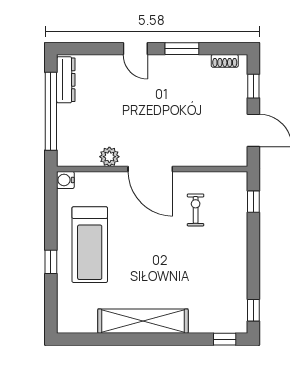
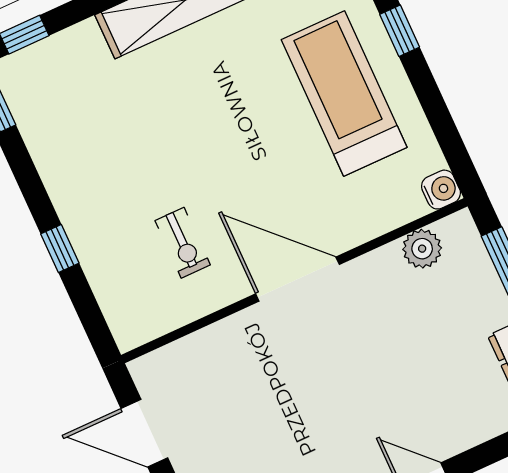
plant: (109, 157) -> (422, 249), moved
window: (253, 202) -> (60, 248), moved

